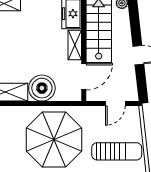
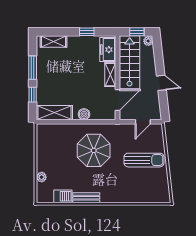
boiler: (42, 88) -> (84, 114), width x0.54, depth x0.54
parasol: (54, 139) -> (94, 150), width x0.73, depth x0.73

